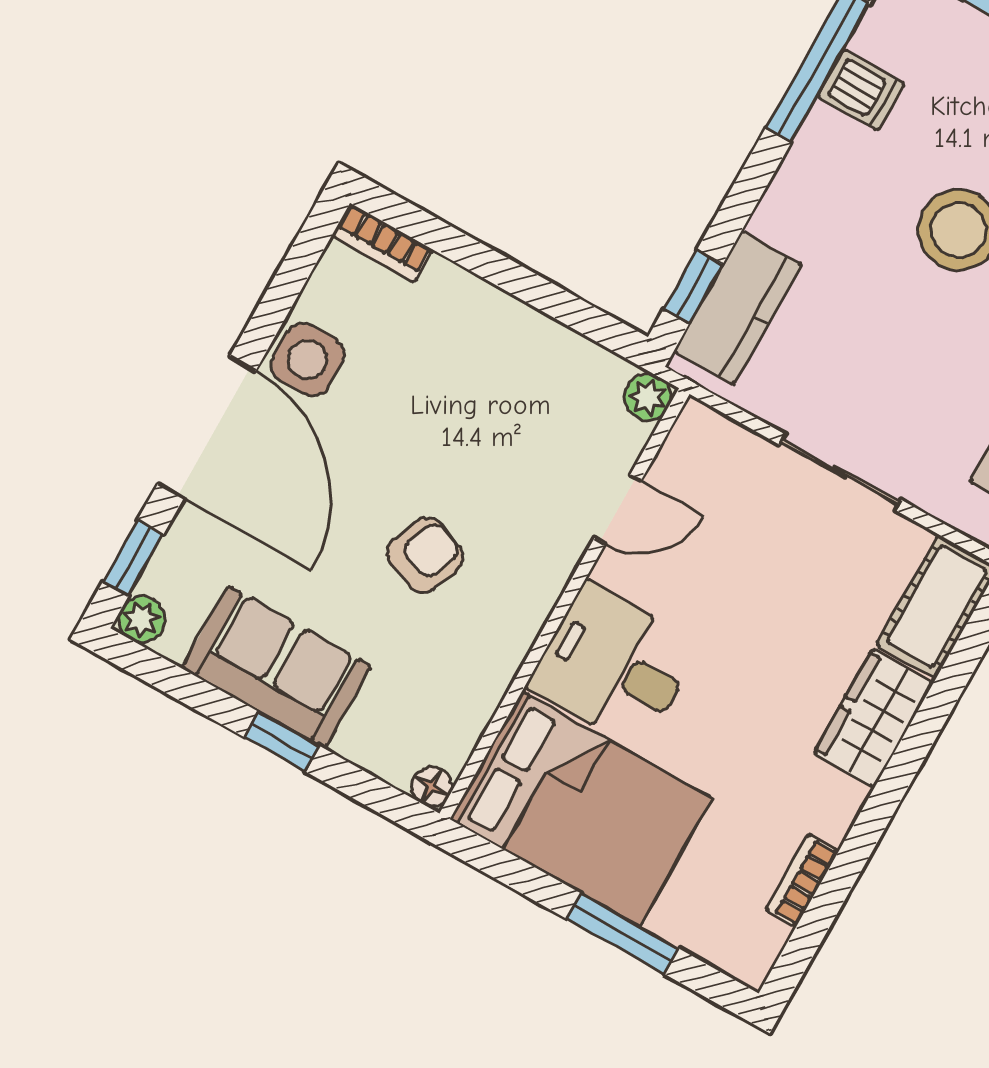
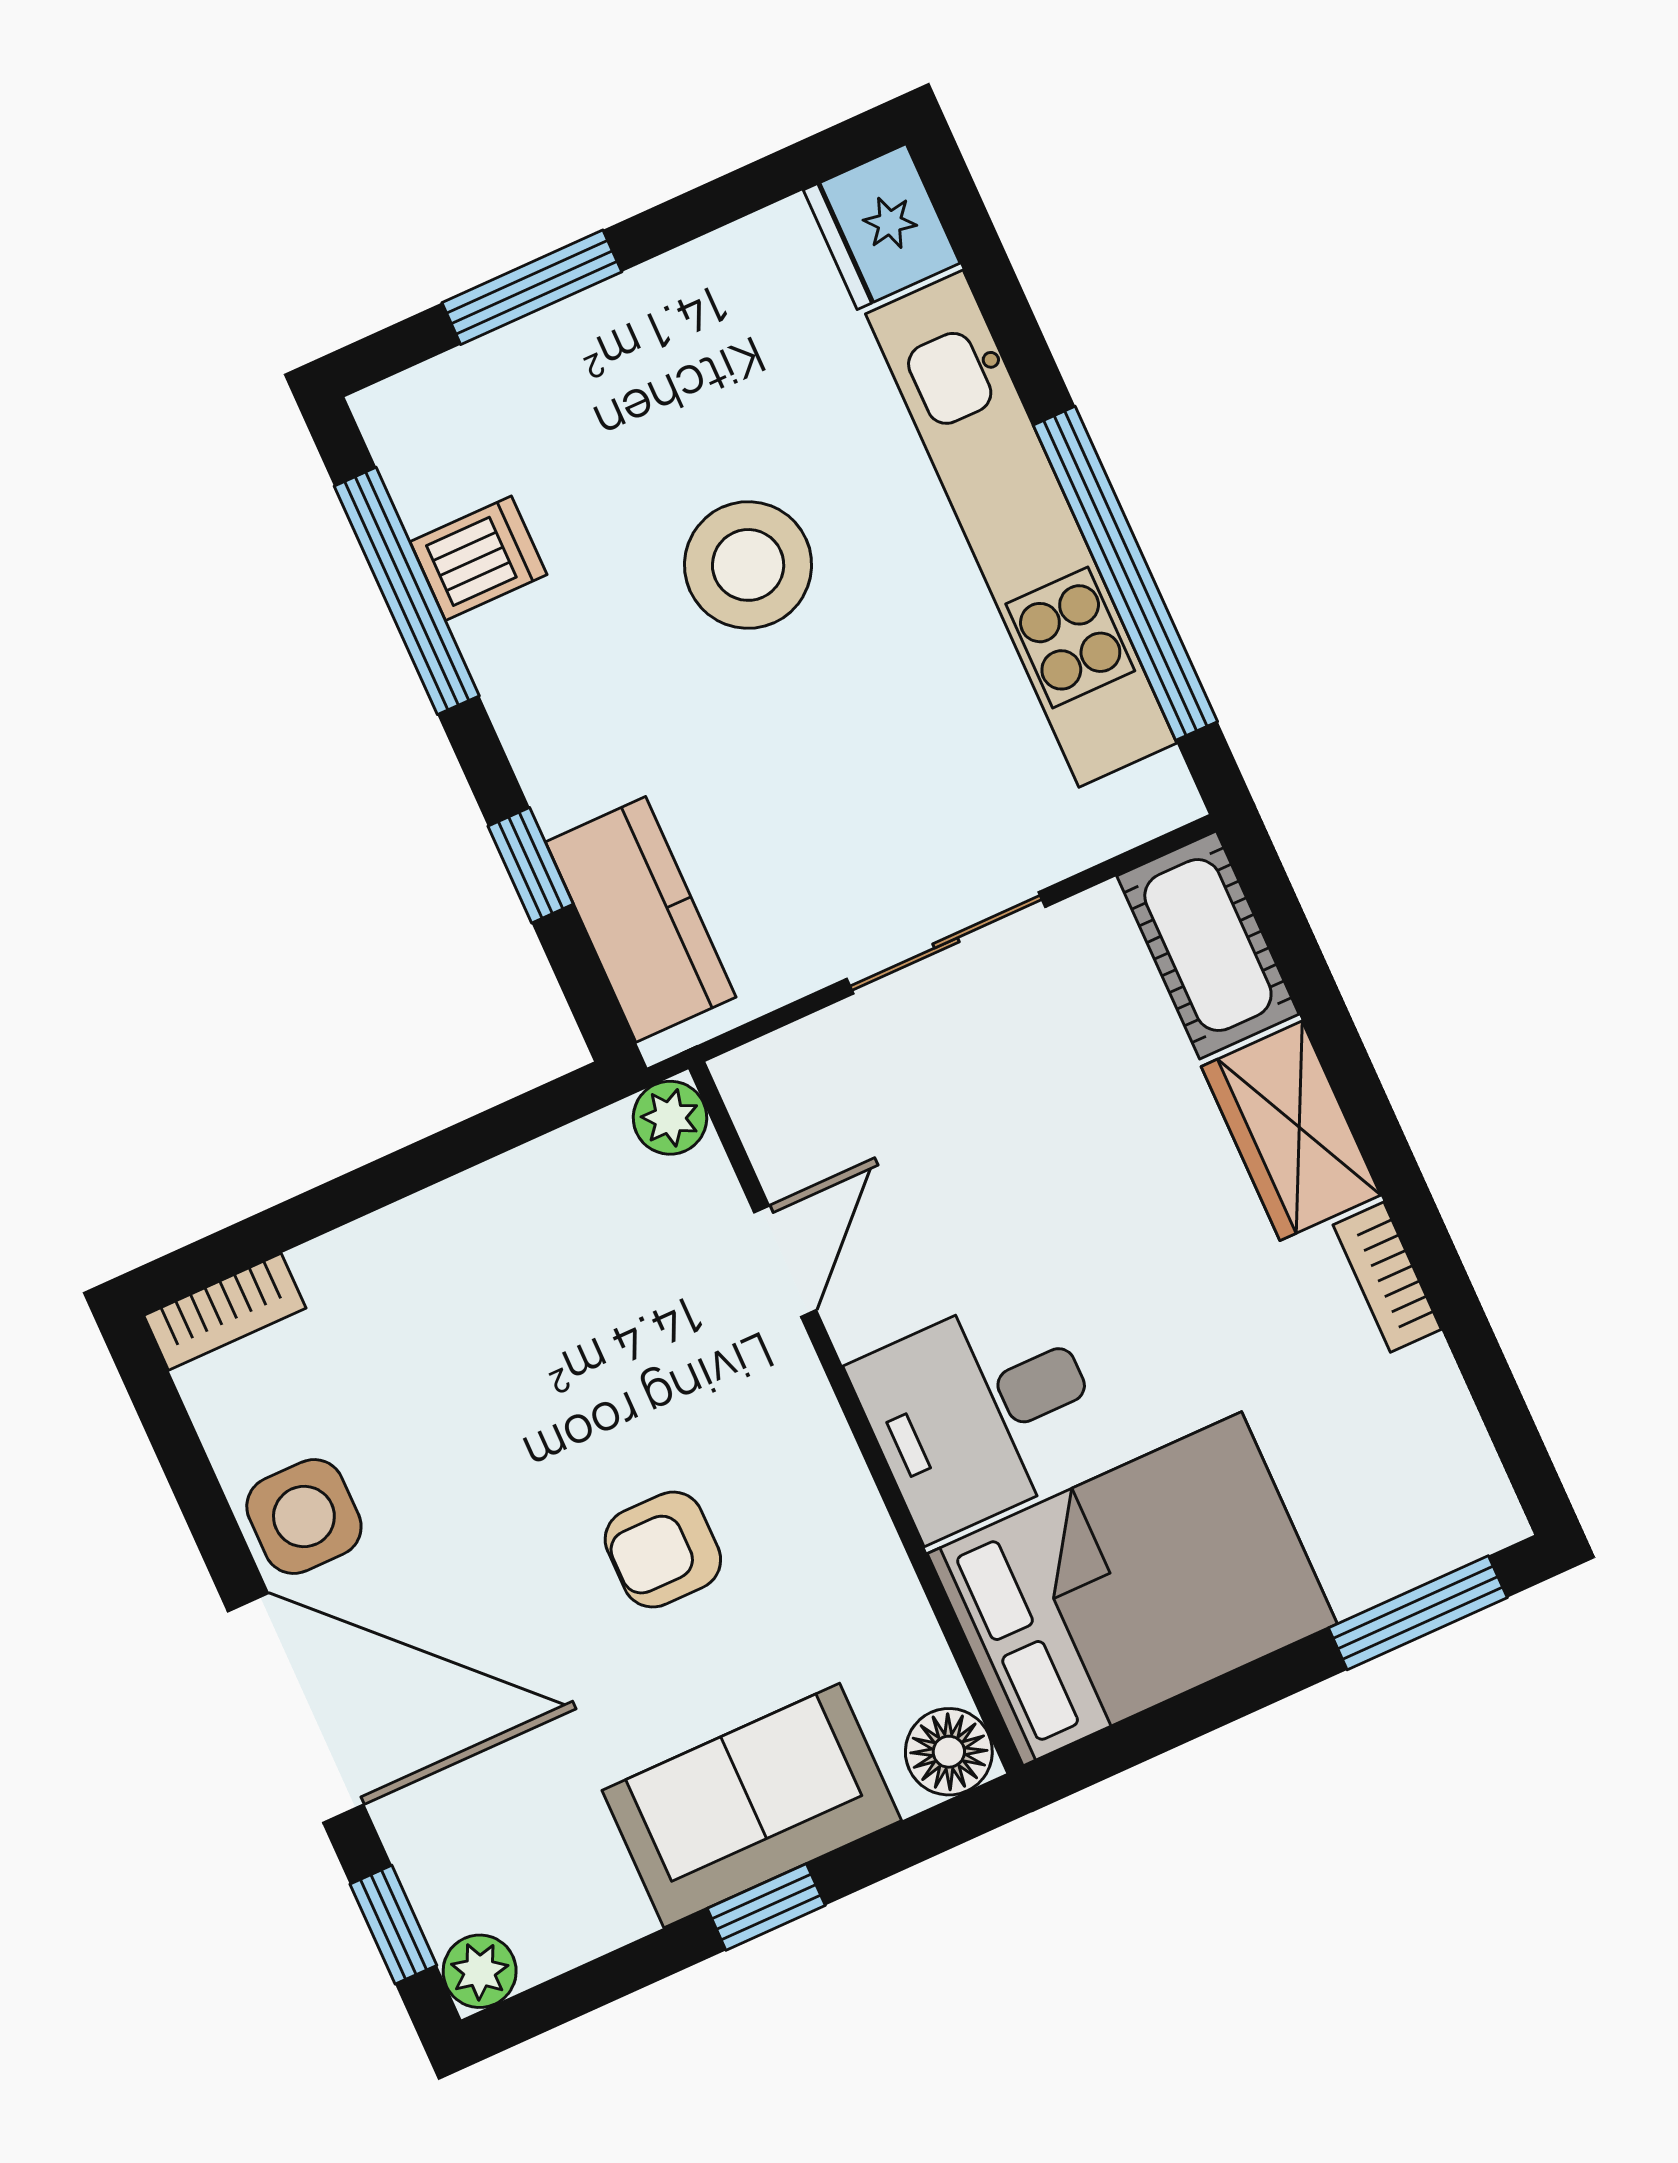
window: (693, 286) -> (531, 865), moved
armchair: (425, 555) -> (663, 1550), turned -112
sofa: (277, 667) -> (752, 1806), moved
floor lamp: (432, 786) -> (949, 1752), width x1.37, depth x1.37
bookcase: (802, 880) -> (1387, 1277), moved
window: (623, 934) -> (1418, 1613), moved

